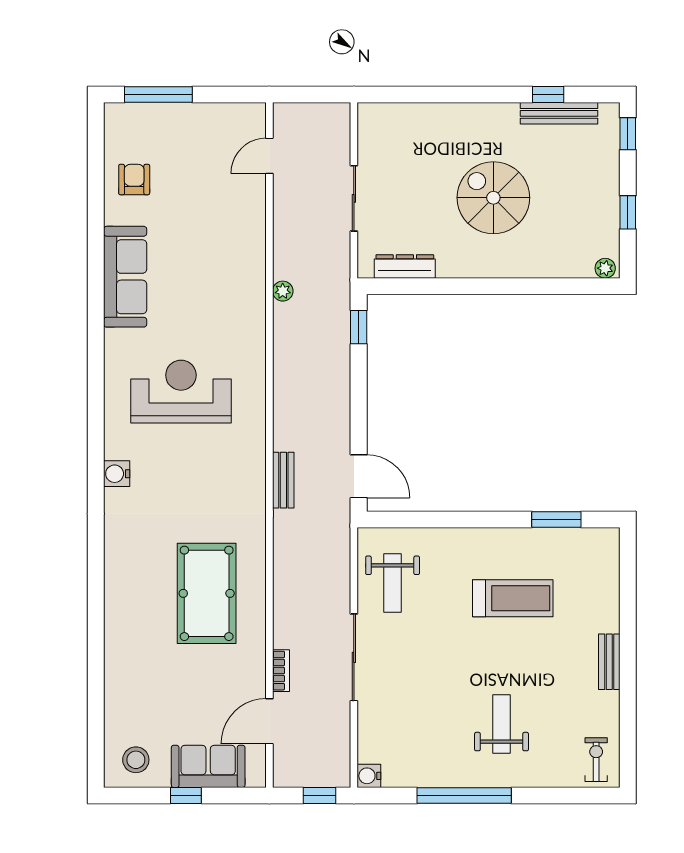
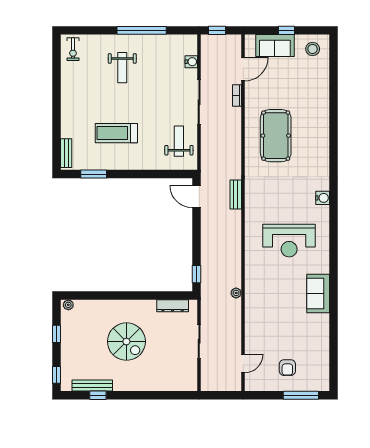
armchair: (134, 180) -> (287, 368), moved
sofa: (125, 277) -> (318, 293), width x0.73
bench: (609, 662) -> (66, 153), moved
water cooler: (369, 776) -> (191, 62), moved

